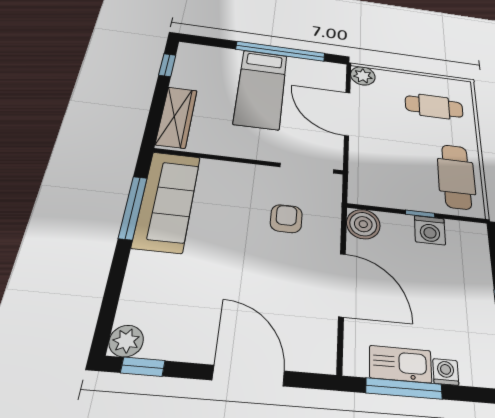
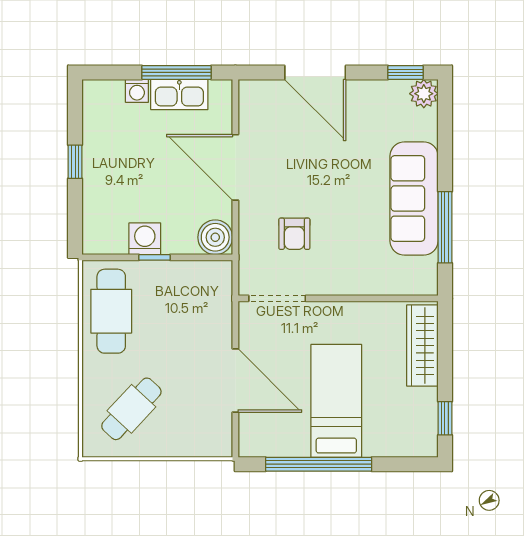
plant: (363, 76) -> (218, 443), removed
cafe table: (434, 107) -> (131, 409), turned -47
sofa: (167, 201) -> (414, 198), moved

